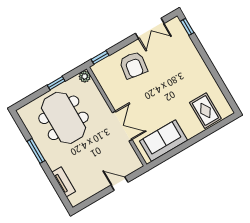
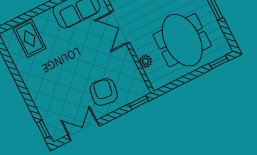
plant: (85, 76) -> (146, 61), moved
window: (56, 83) -> (219, 62), moved

